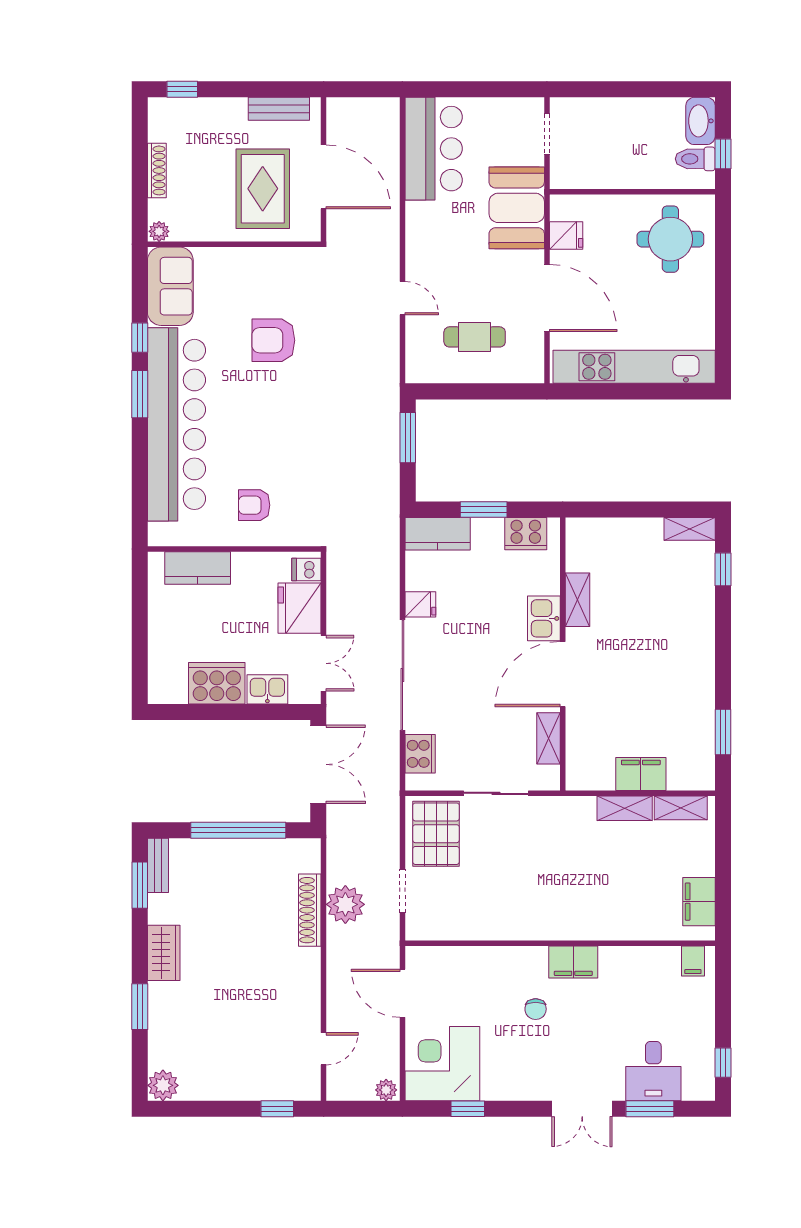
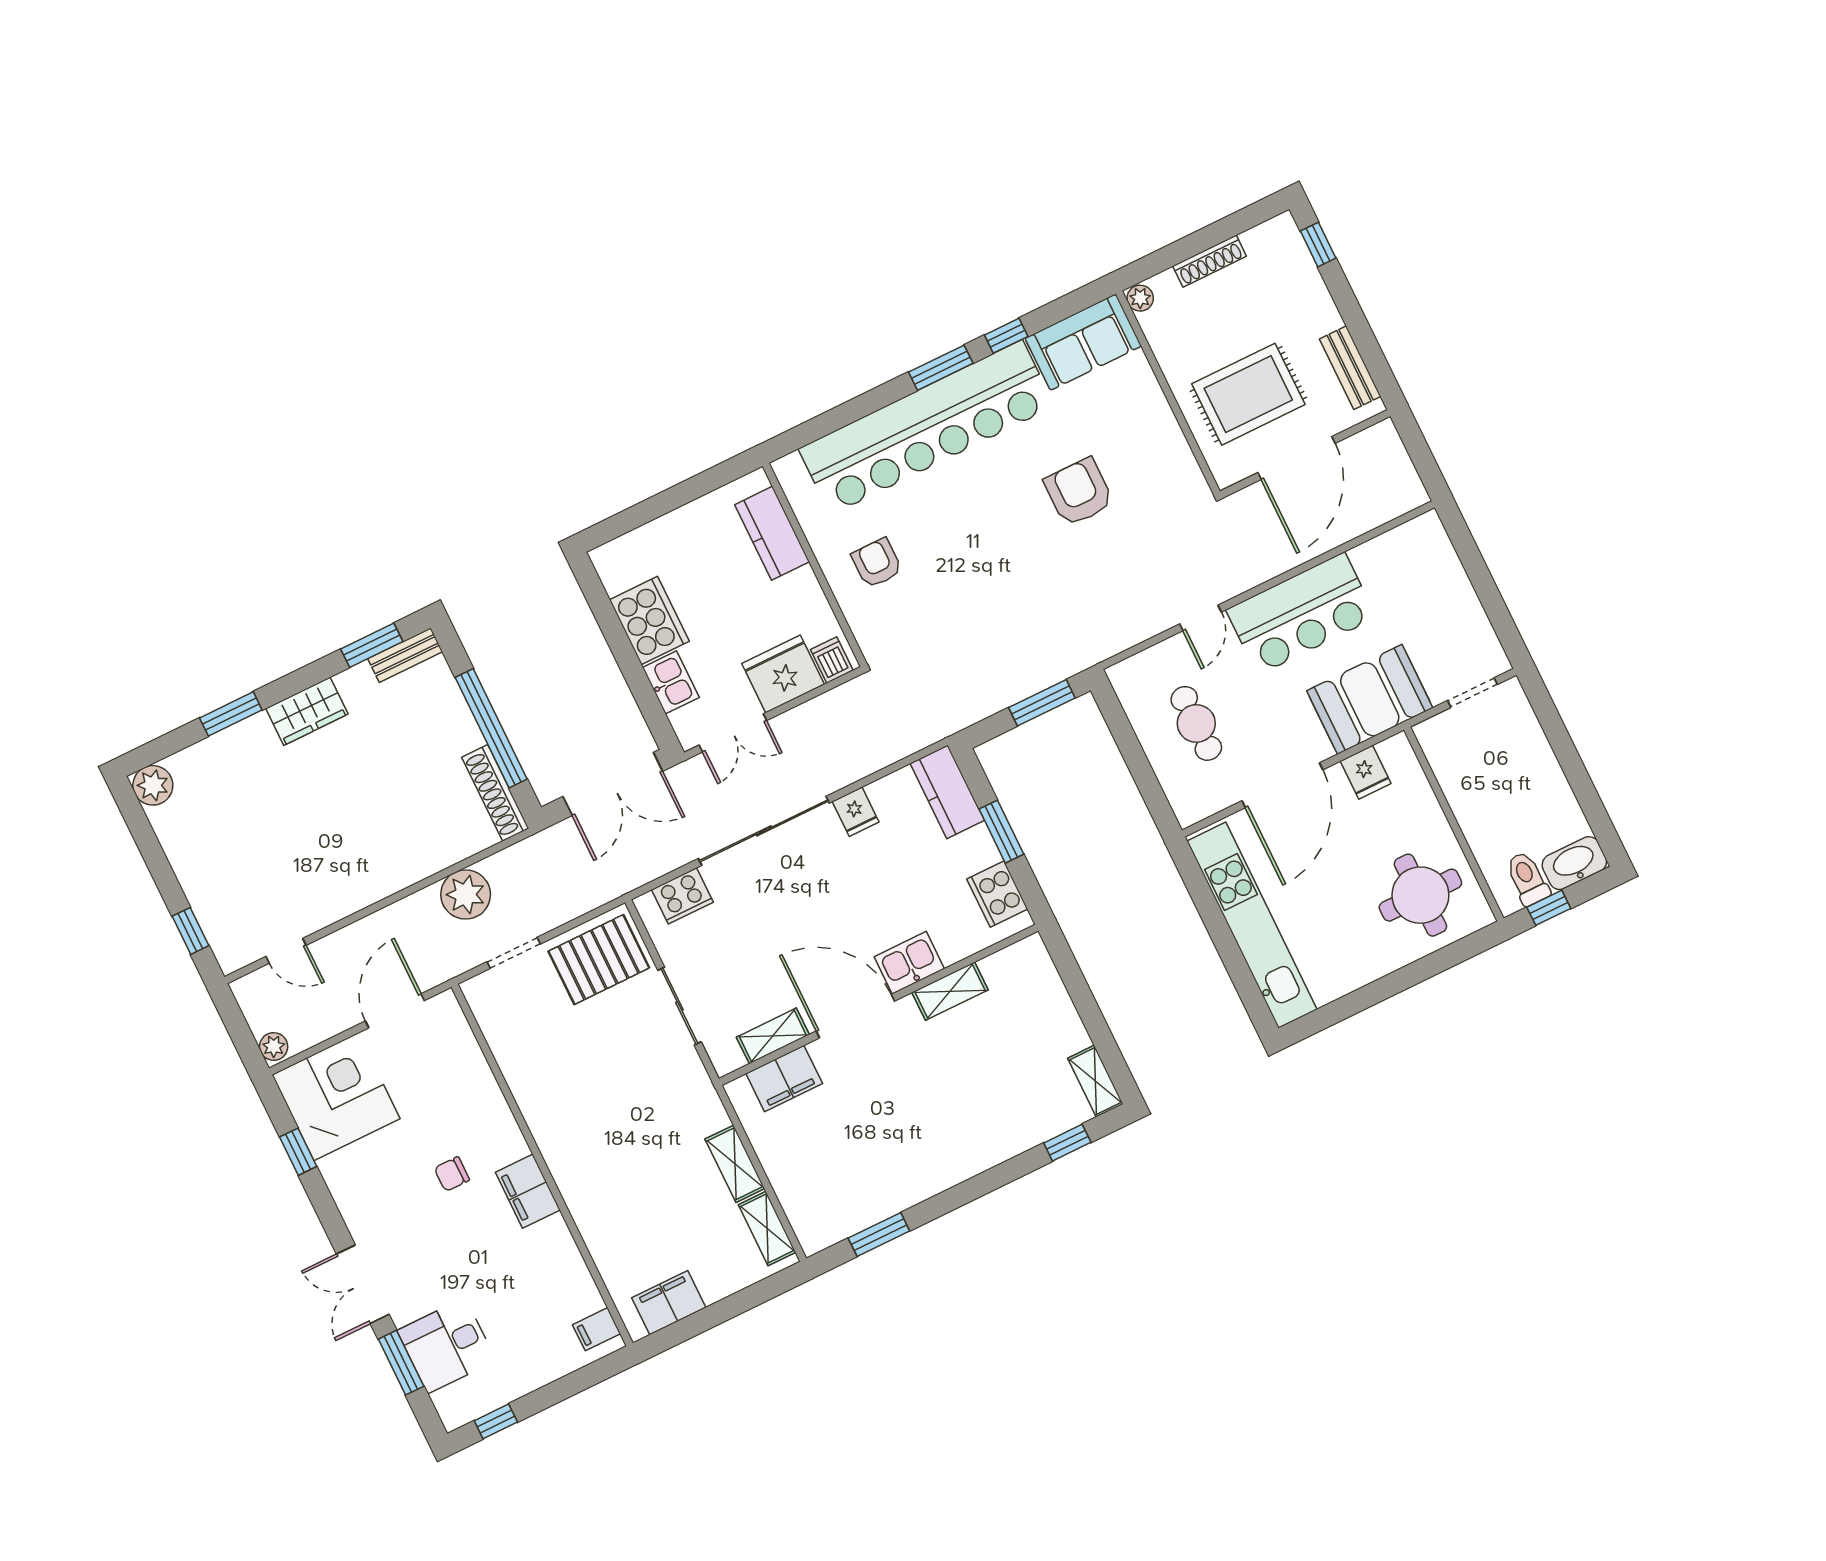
bar counter: (434, 149) -> (1301, 614), moved
filing cabinet: (641, 774) -> (784, 1079), moved, turned 90
shoe rack: (310, 910) -> (495, 793), moved, turned -90

